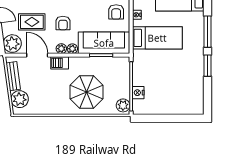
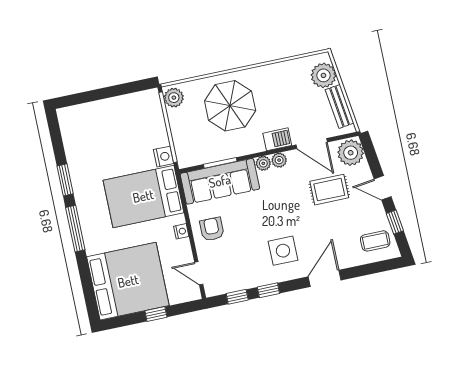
armchair: (63, 23) -> (284, 197), removed
bed: (157, 38) -> (143, 196), width x1.50
nightstand: (138, 93) -> (164, 157), moved

